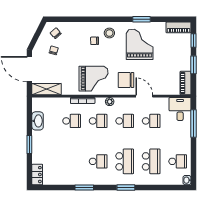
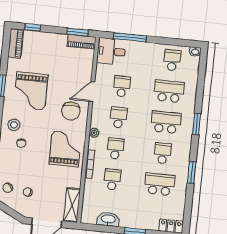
grand piano: (140, 44) -> (31, 91), turned -90
window: (193, 65) -> (78, 32), moved
school desk: (72, 161) -> (160, 184), added

